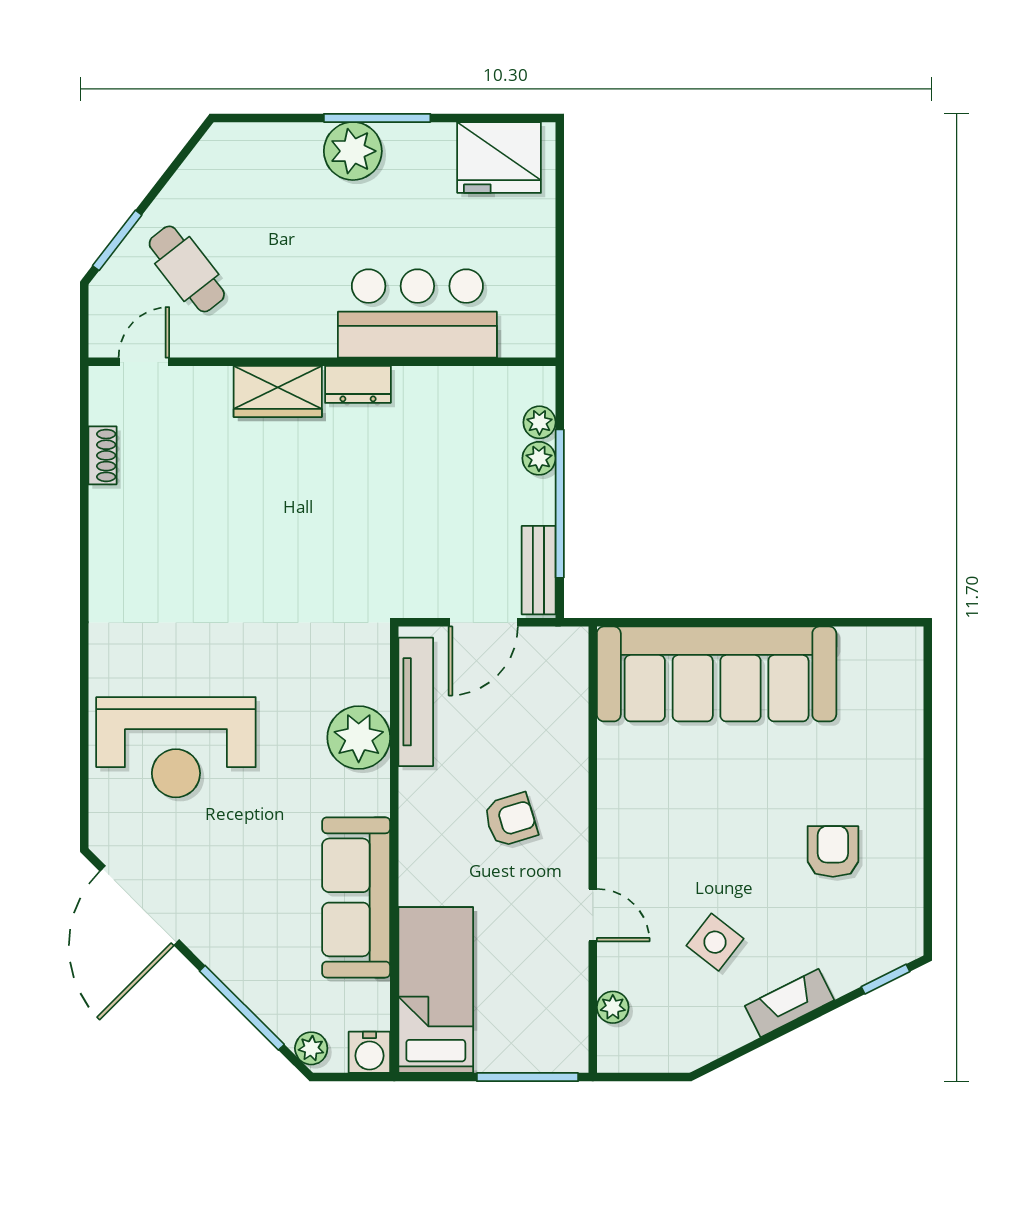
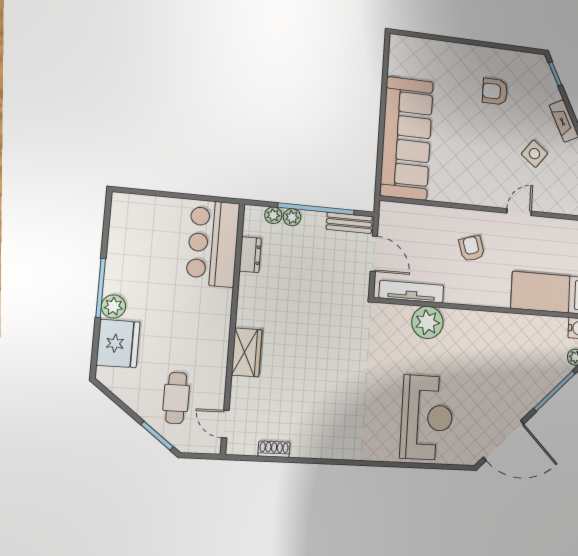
plant: (353, 151) -> (113, 306), width x0.73, depth x0.73
fridge: (499, 157) -> (118, 344), moved
cafe table: (187, 269) -> (176, 398), turned -52
bar counter: (417, 313) -> (213, 243), moved
dresser: (358, 384) -> (250, 255), moved
sofa: (356, 897) -> (505, 329), removed
plant: (613, 1007) -> (562, 207), removed

